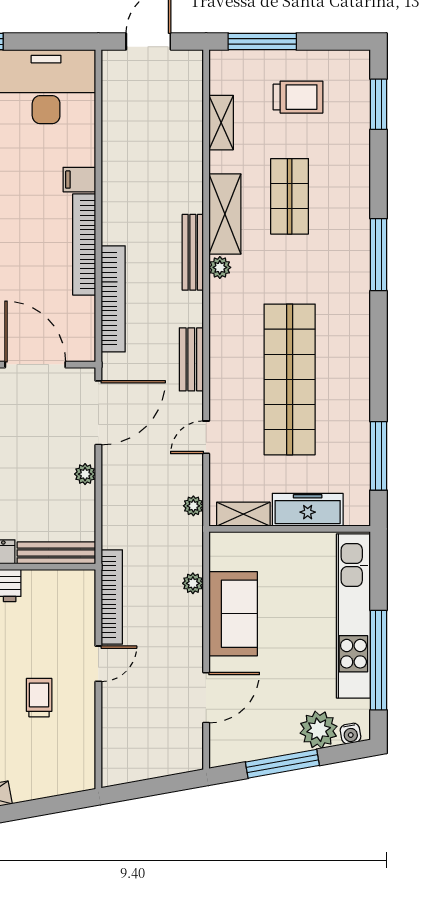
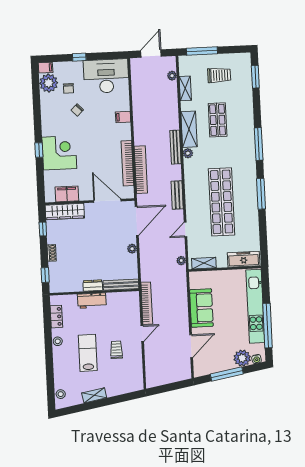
bookcase: (84, 245) -> (127, 163), moved
window: (378, 456) -> (261, 194), moved
freezer: (308, 510) -> (244, 259), moved
plant: (193, 583) -> (172, 76), moved

